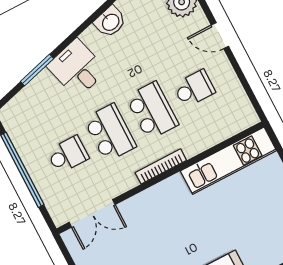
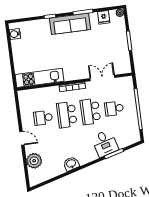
desk: (77, 68) -> (105, 143), moved
double door: (92, 213) -> (102, 78), moved

